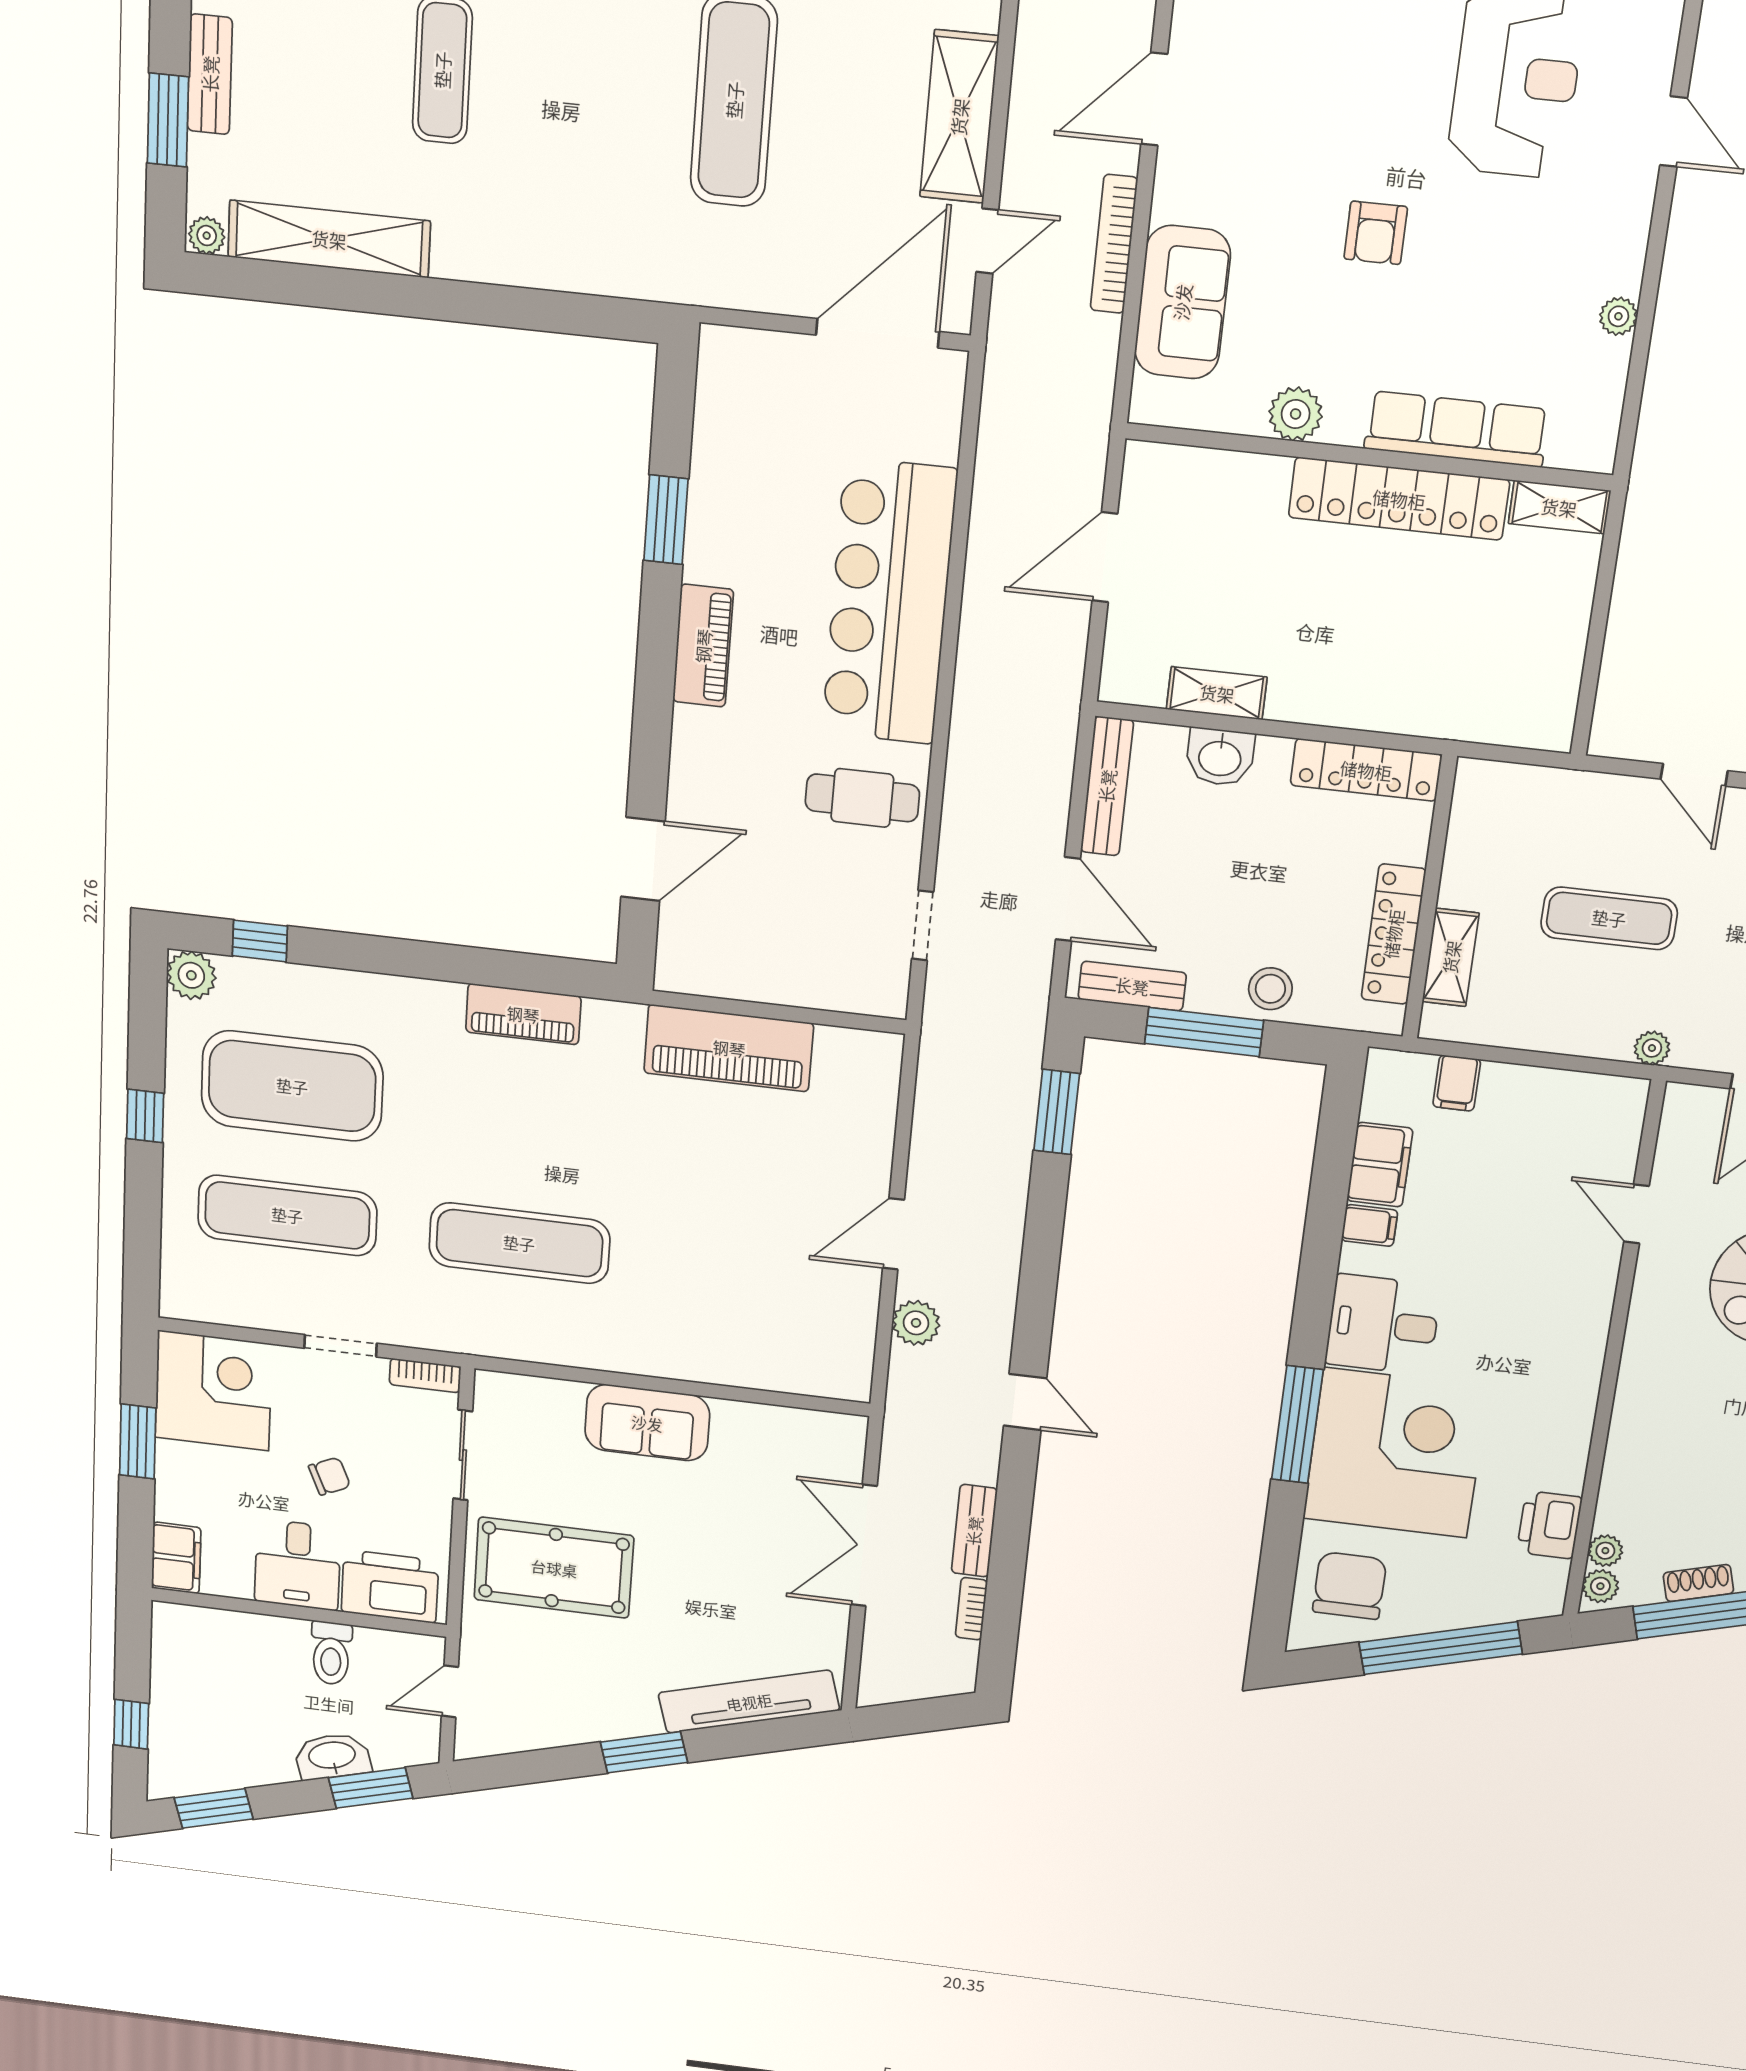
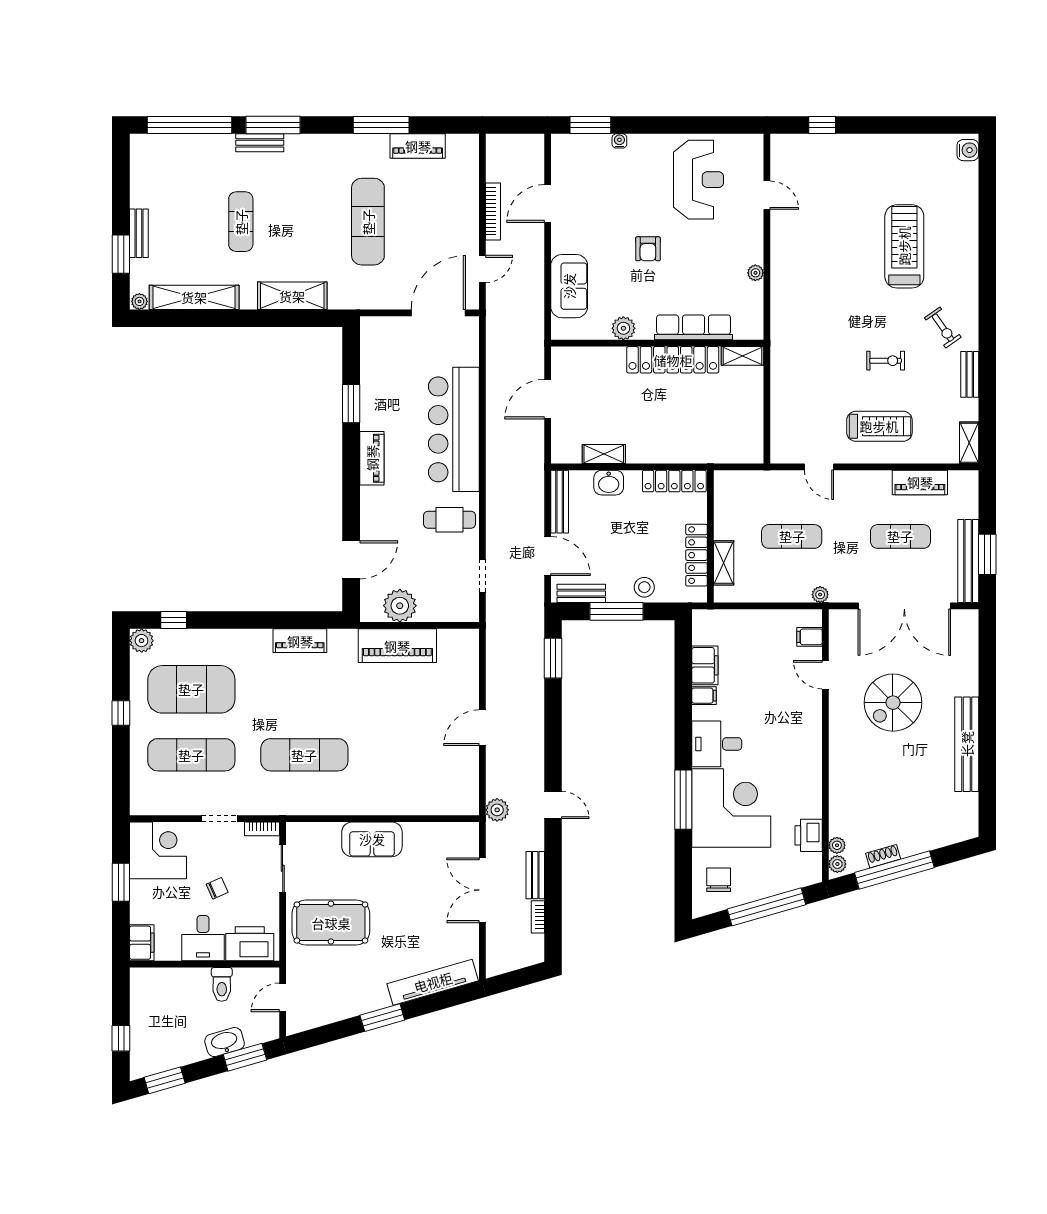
shelving: (959, 117) -> (292, 296), moved, turned 90
bookcase: (1114, 244) -> (493, 211), moved, turned 180
plant: (740, 967) -> (400, 606), added
filing cabinet: (1457, 1083) -> (810, 637), moved, turned 90
plant: (916, 1323) -> (497, 810), moved
chair: (1350, 1586) -> (719, 880), width x0.73, depth x0.73

